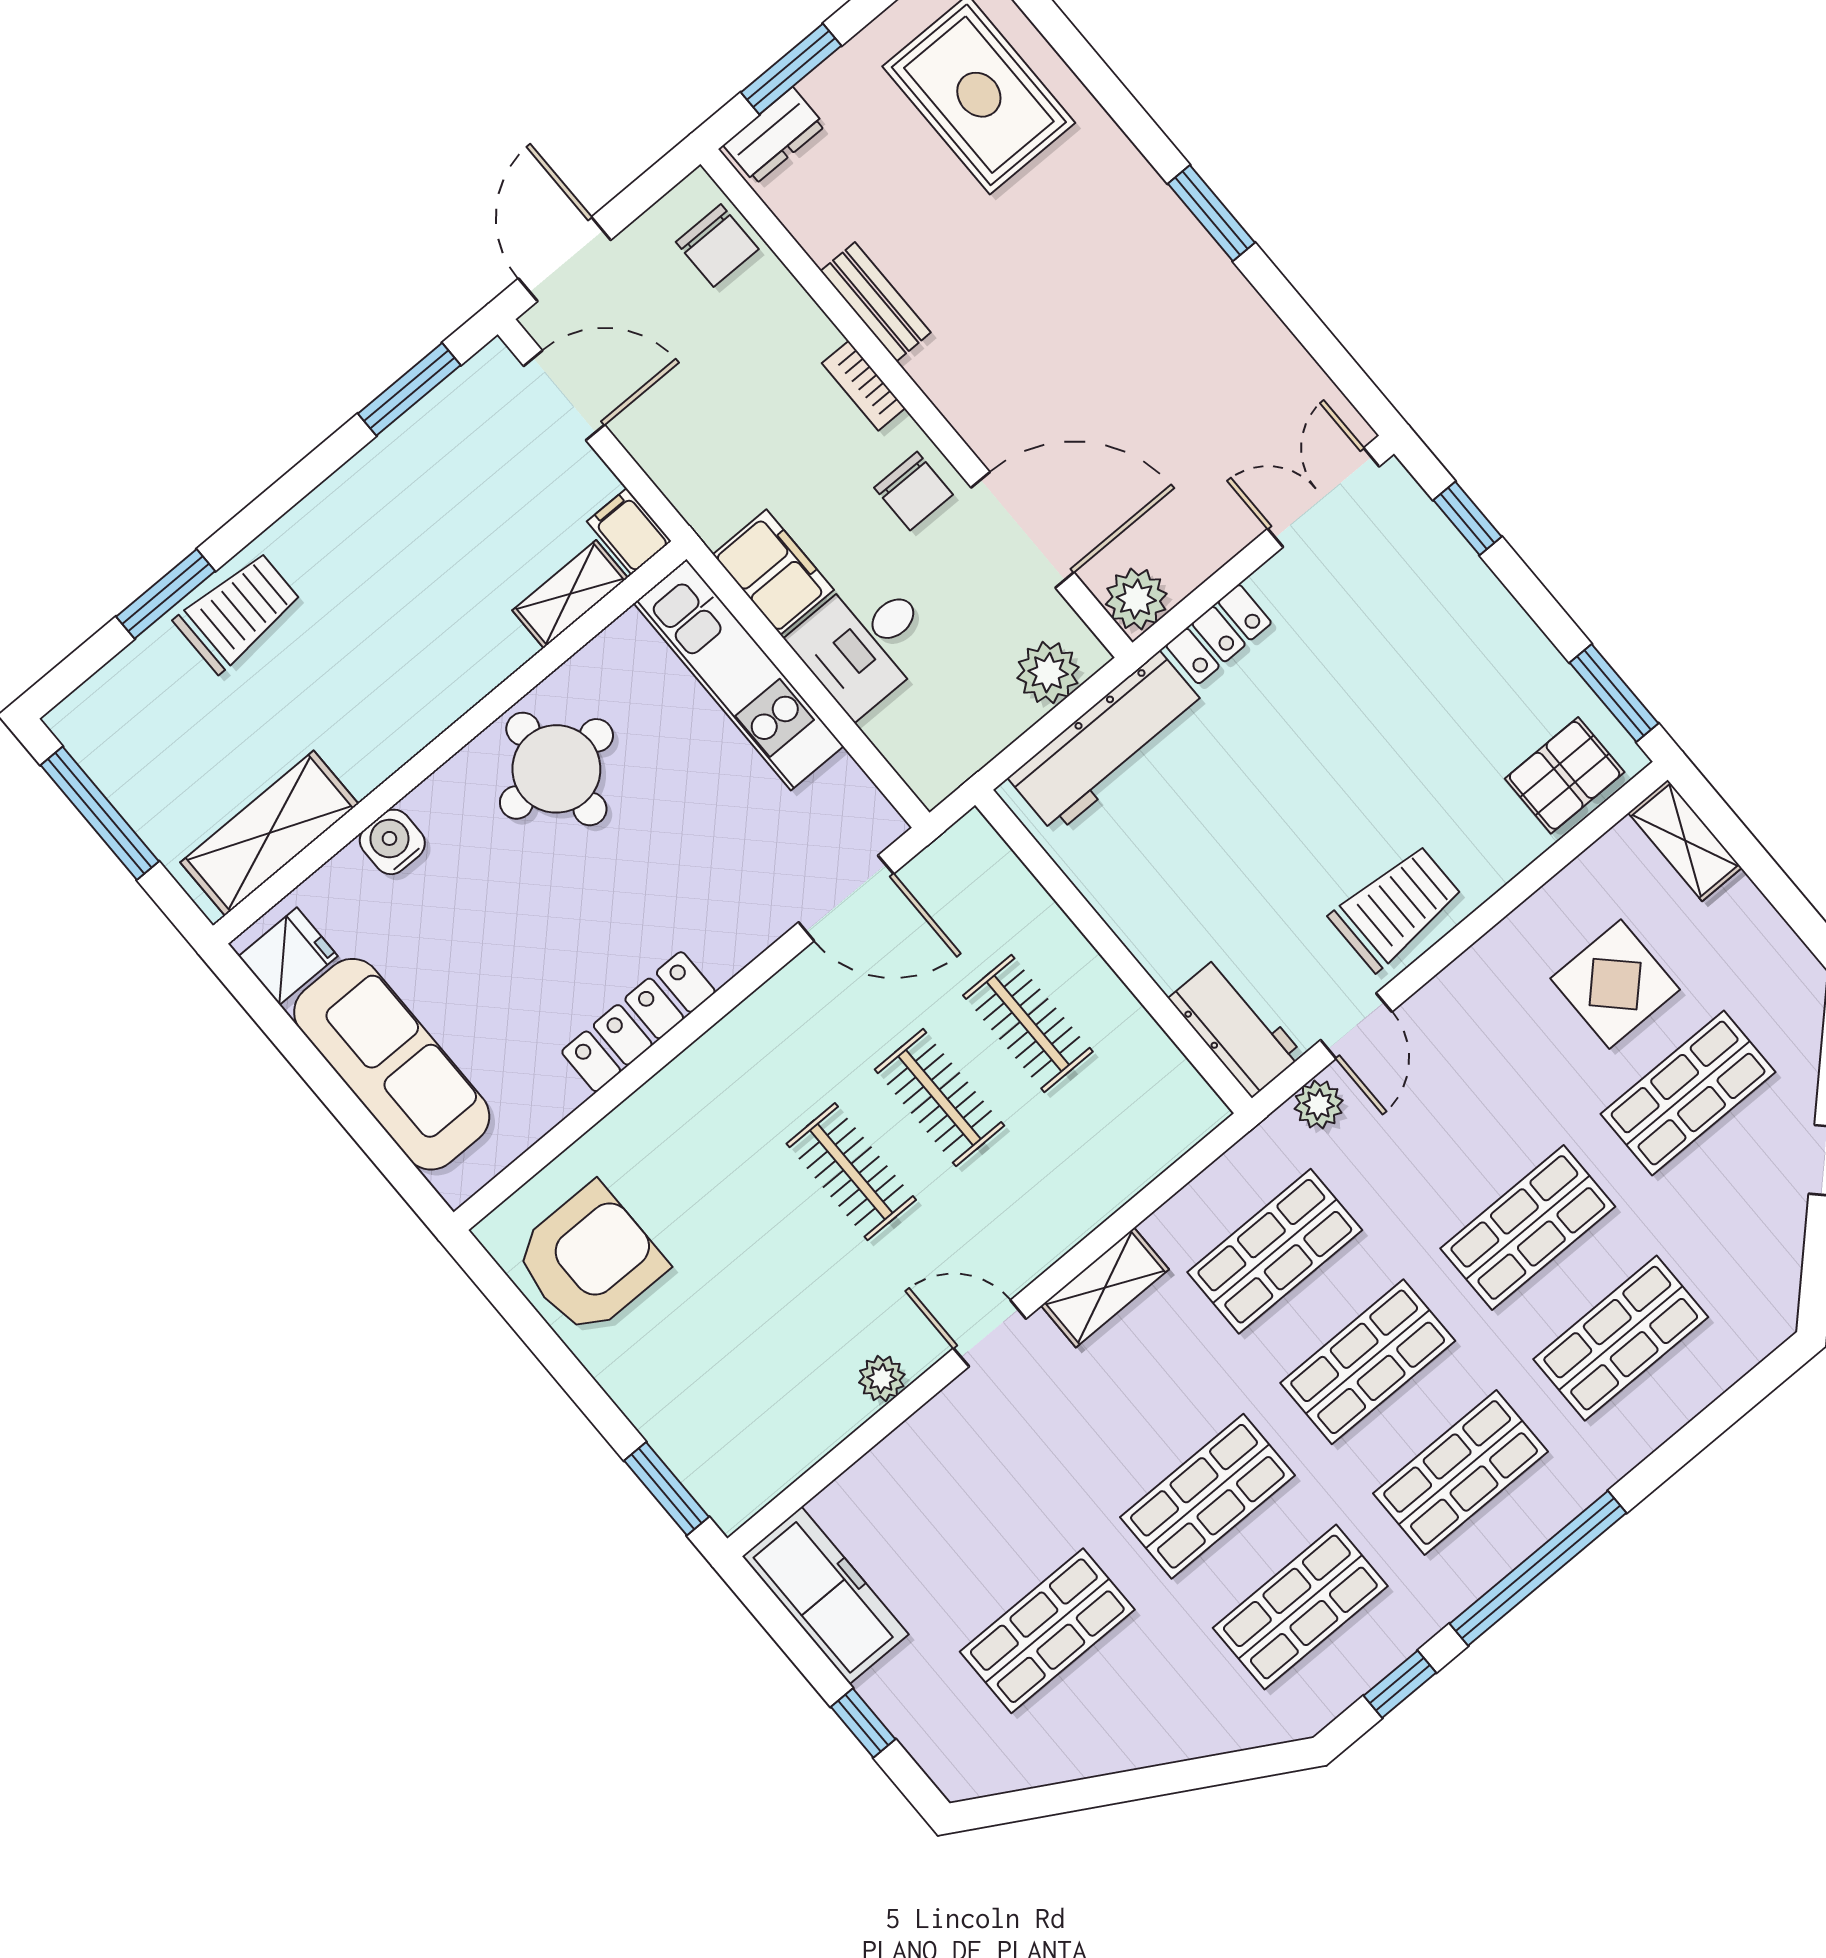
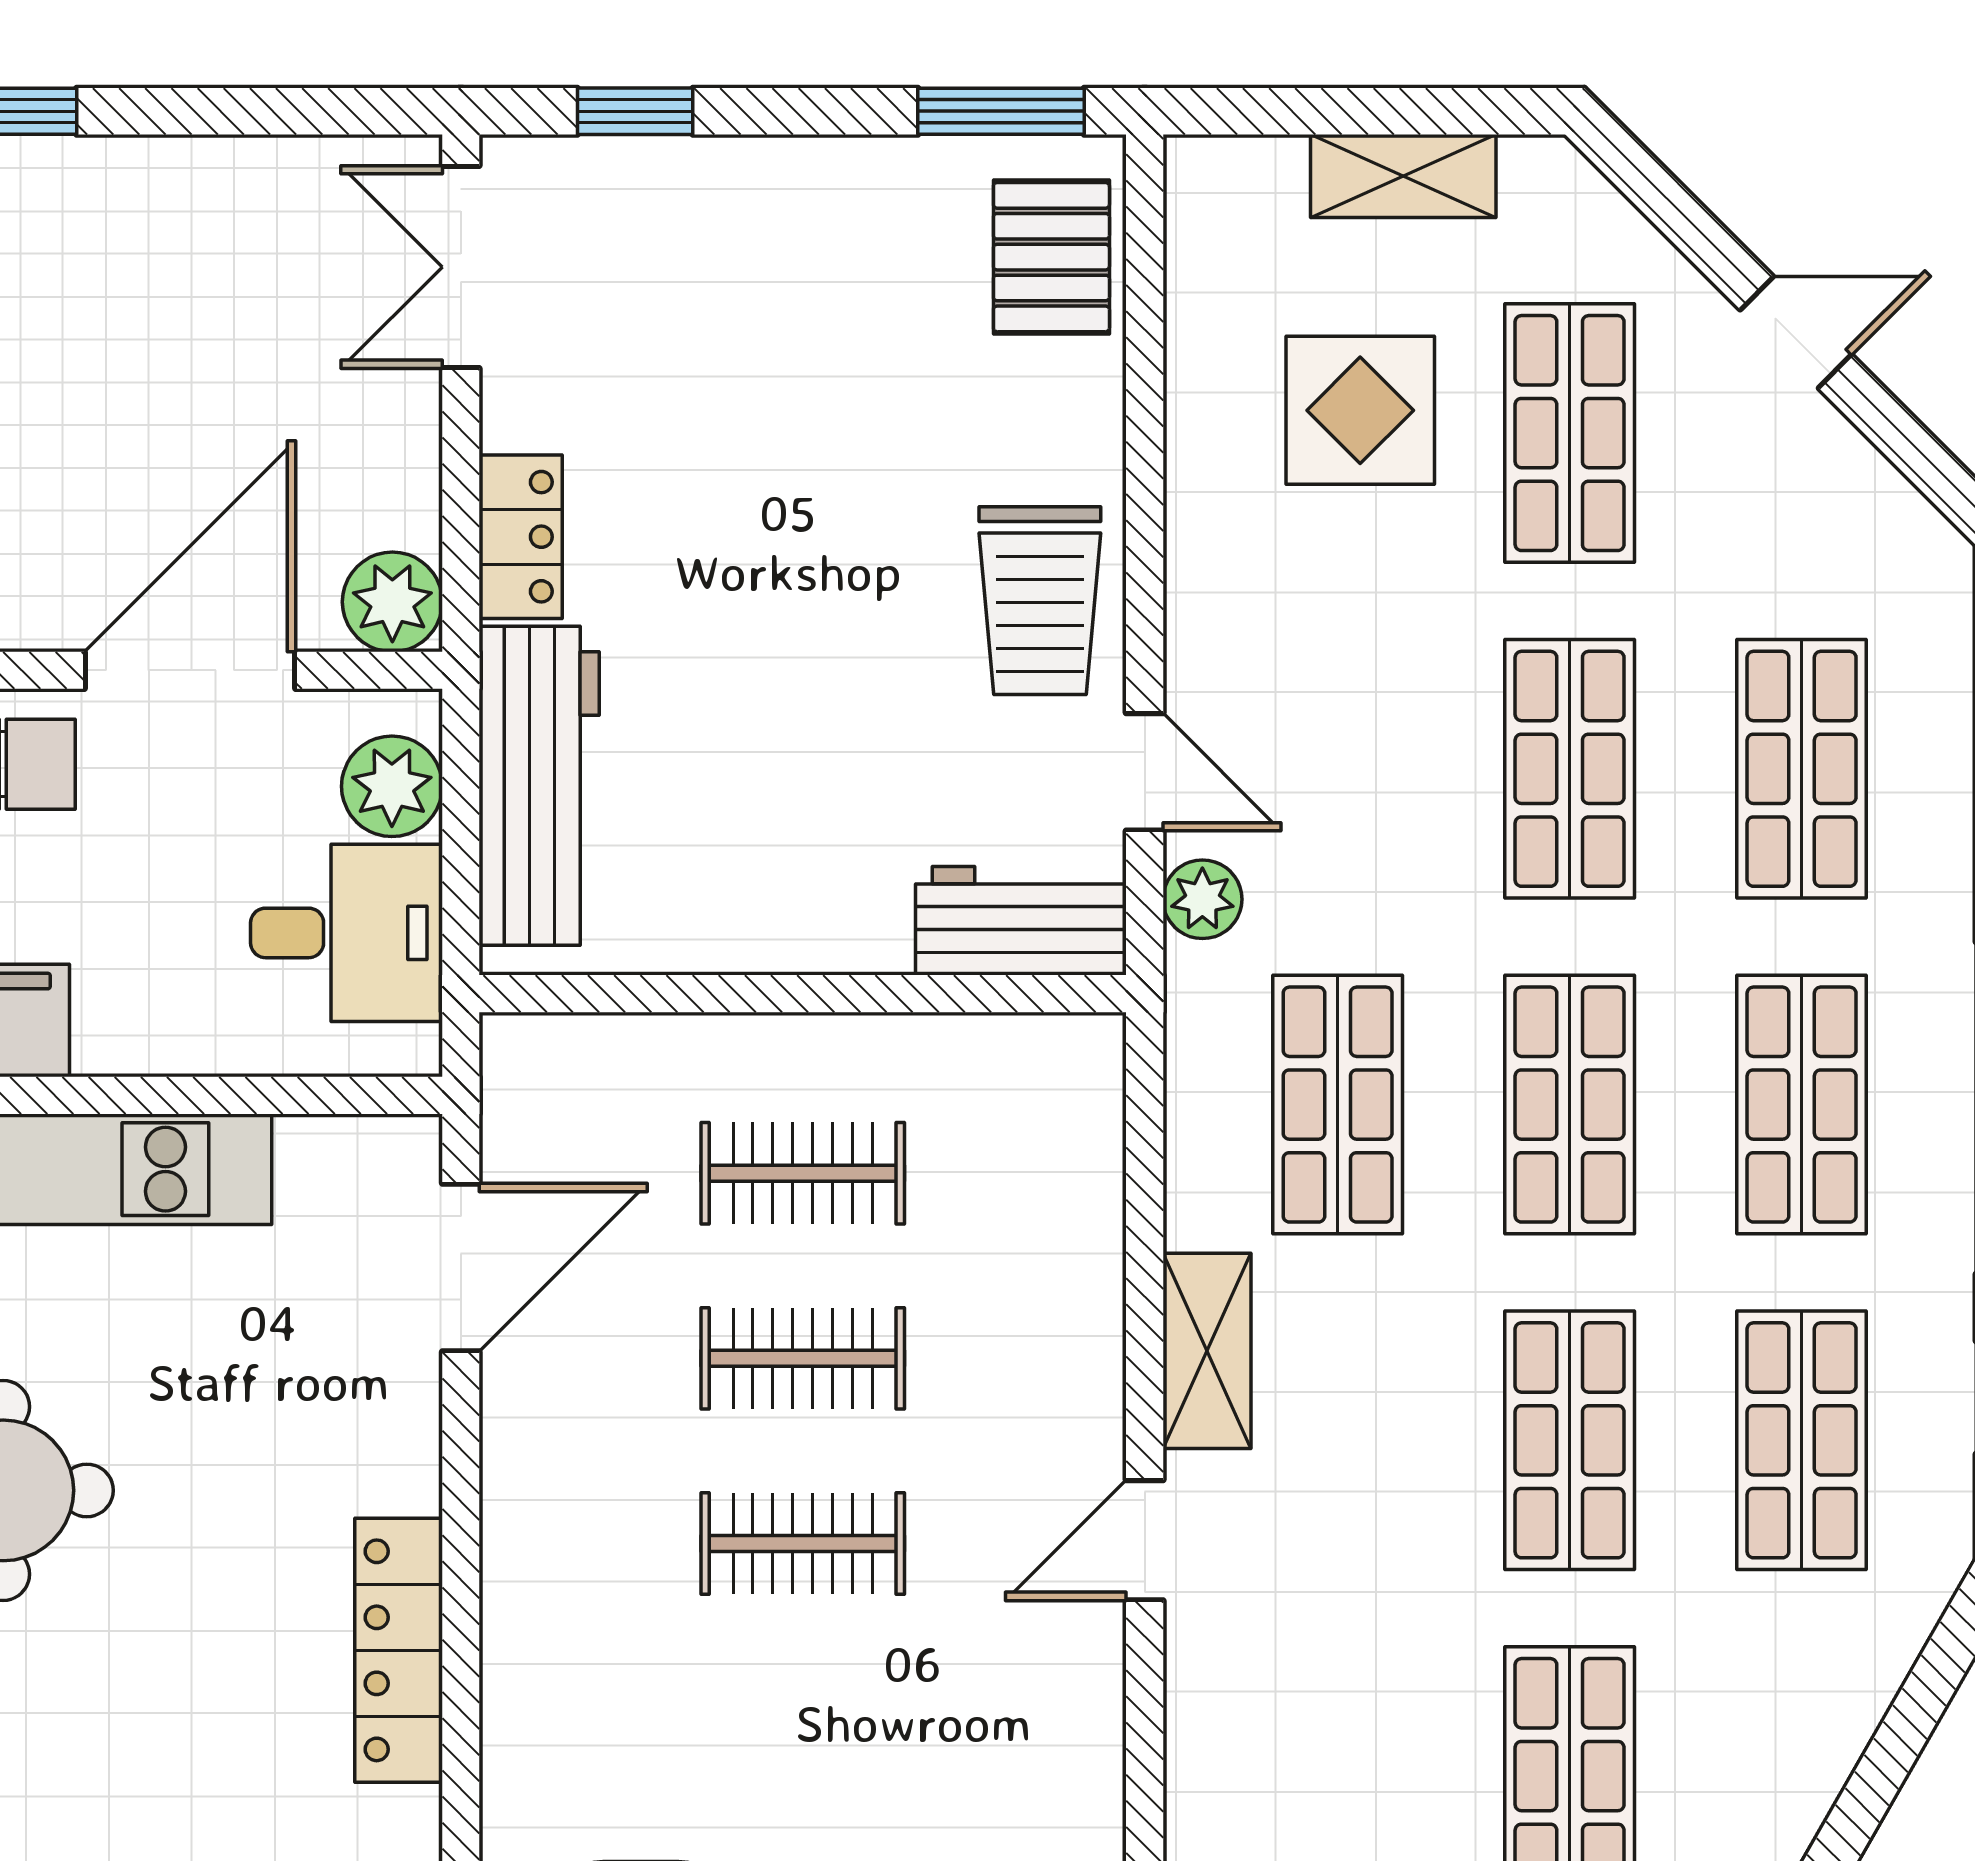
desk: (865, 643) -> (346, 933), moved, turned -90
shelving: (1685, 840) -> (1403, 176), moved
trolley: (1396, 907) -> (1040, 601), turned 180
plant: (882, 1379) -> (1089, 1719), removed

